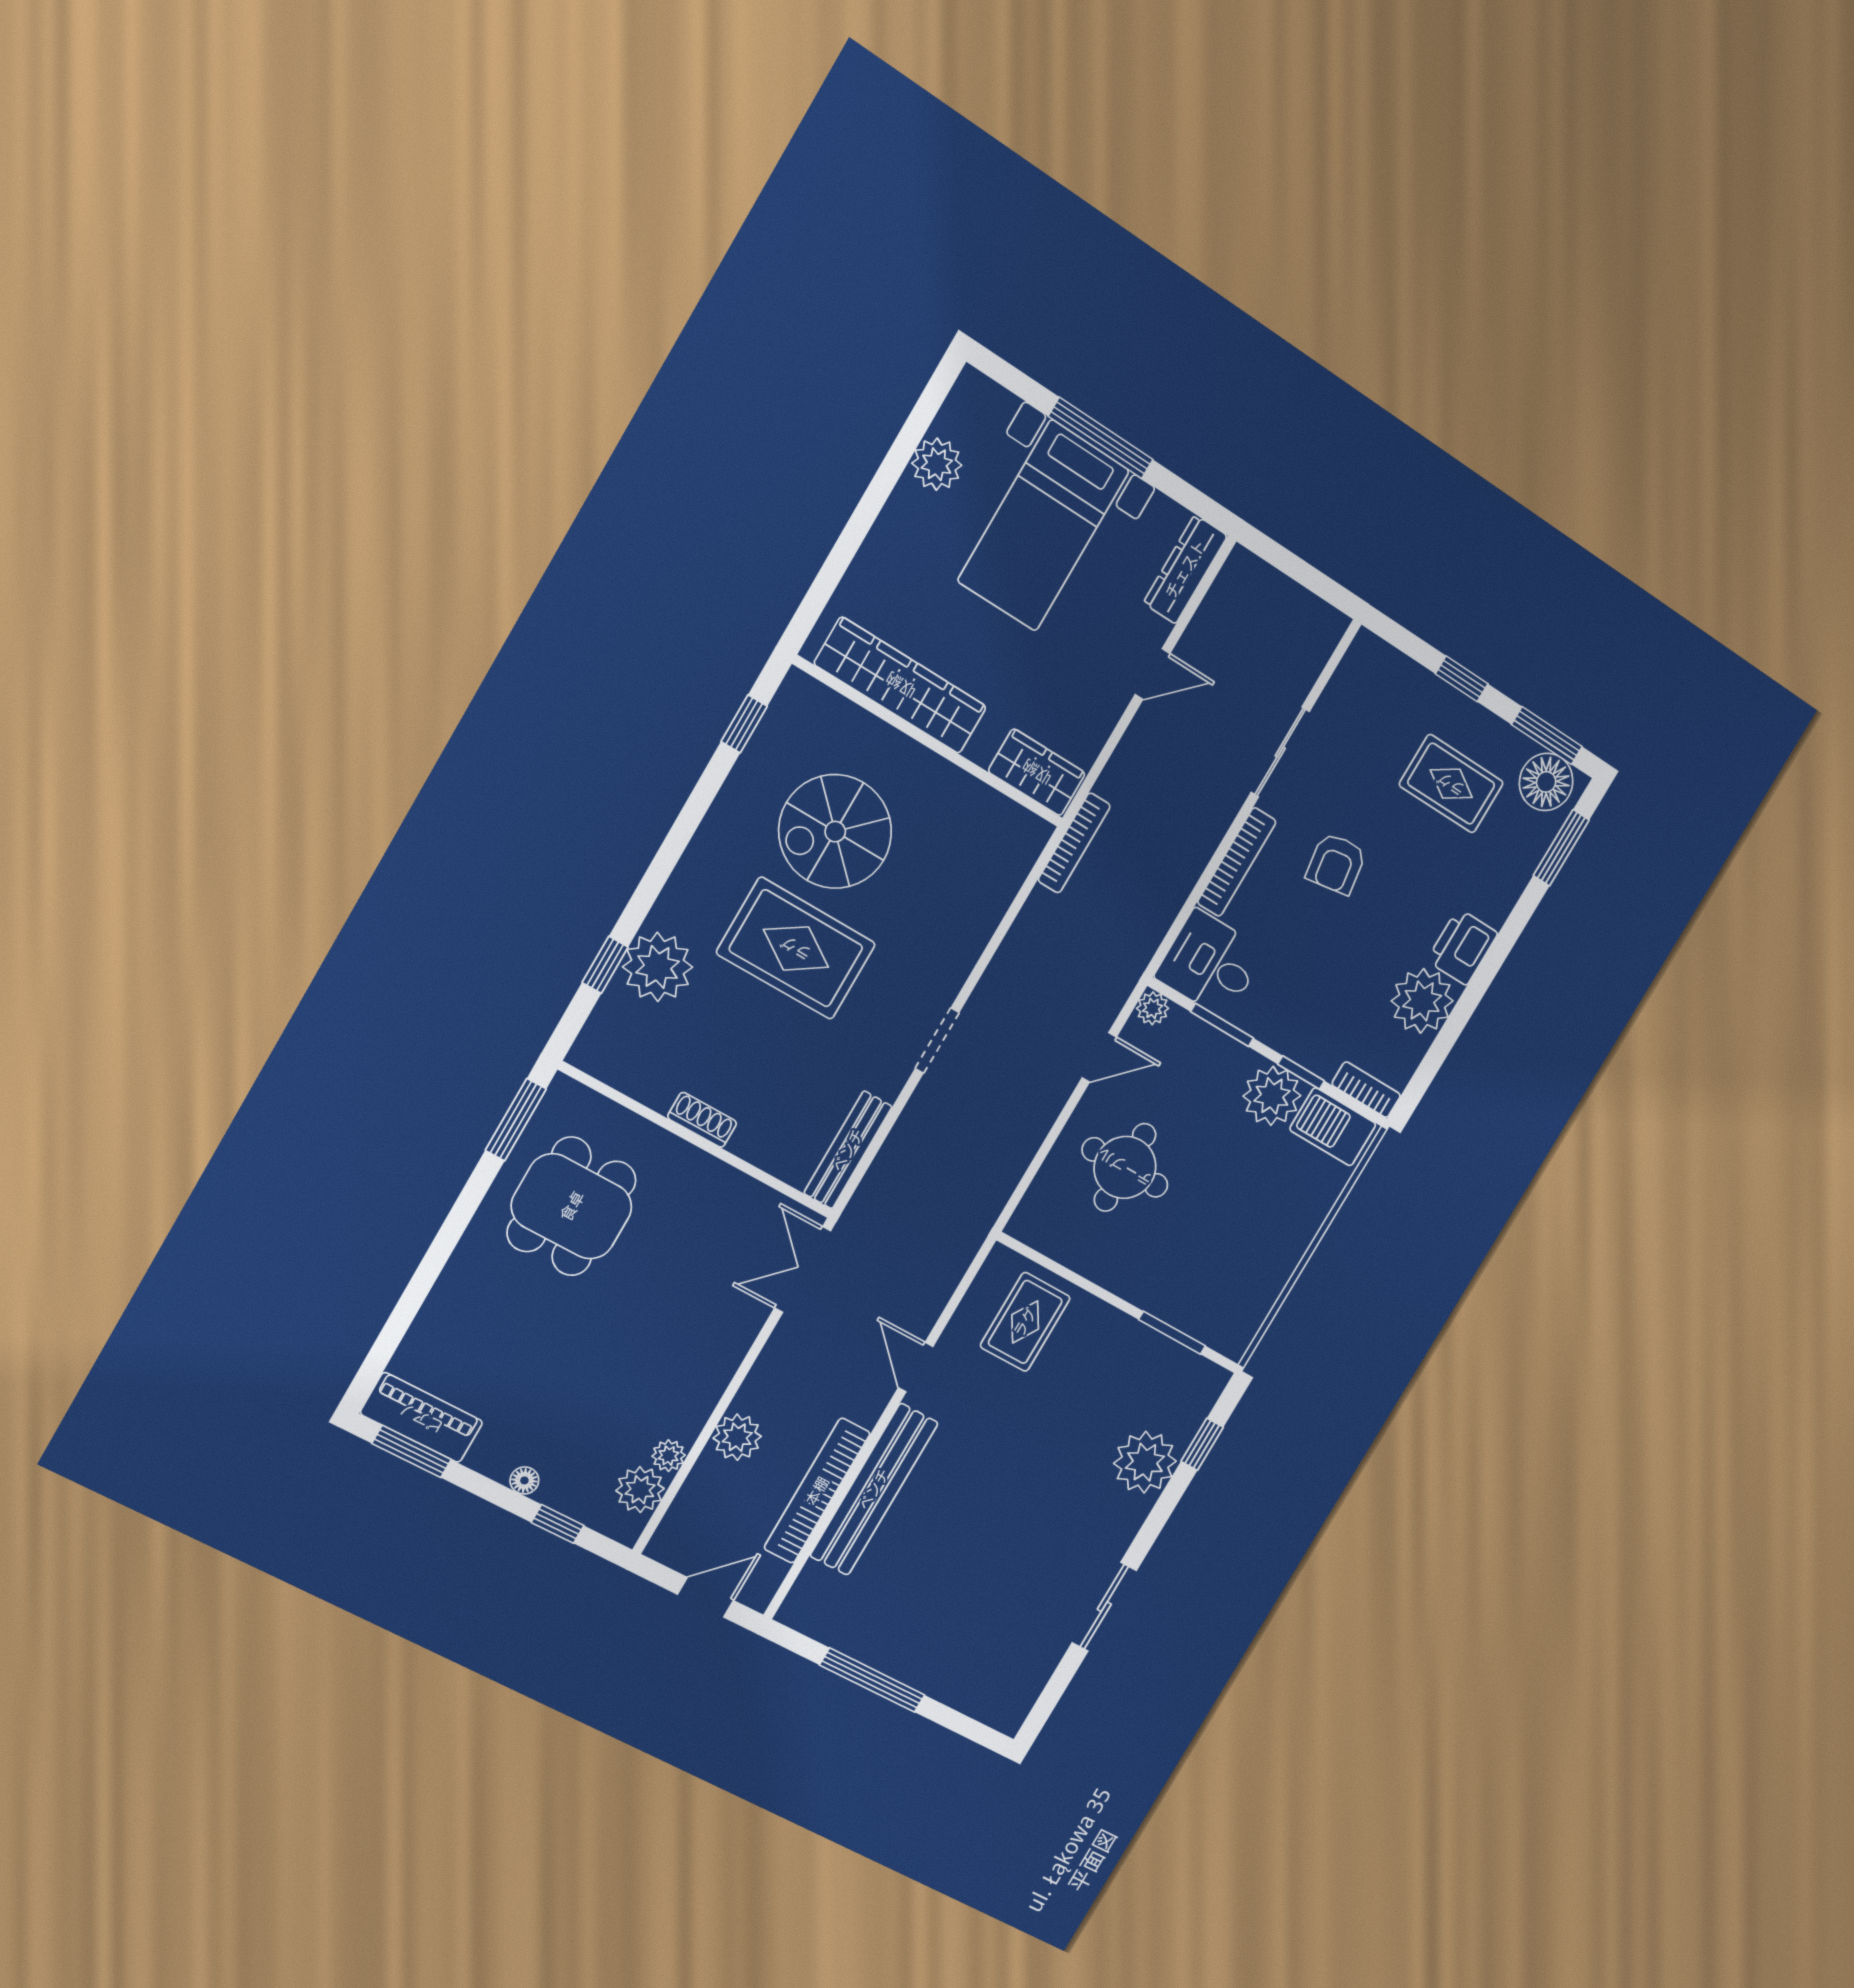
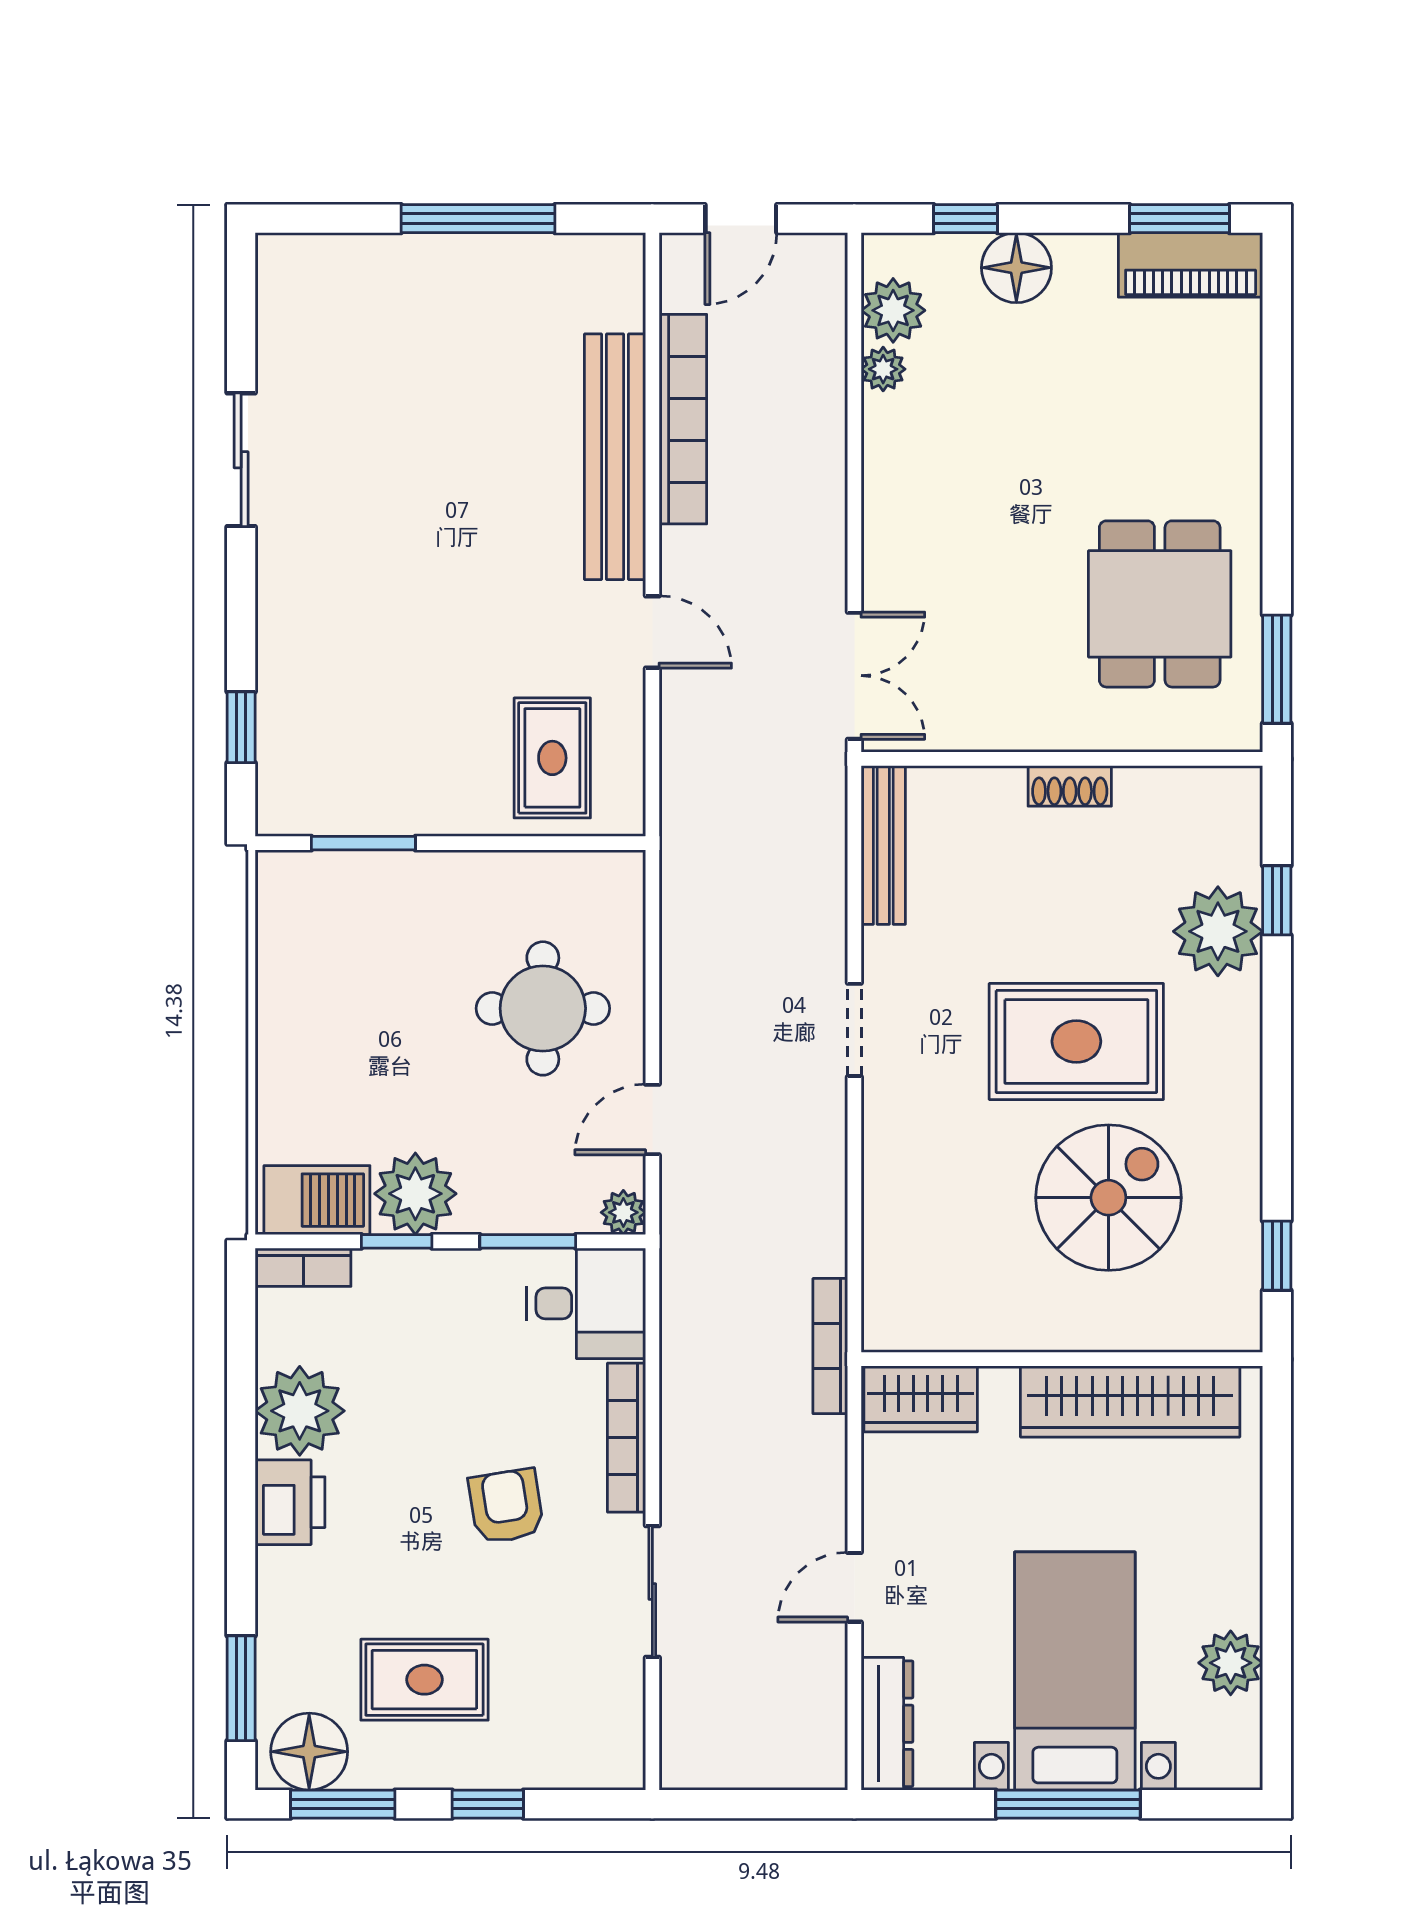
plant: (737, 1437) -> (815, 434), removed
plant: (1145, 1462) -> (300, 667), removed
floor lamp: (524, 1480) -> (1016, 268), width x1.89, depth x1.89

